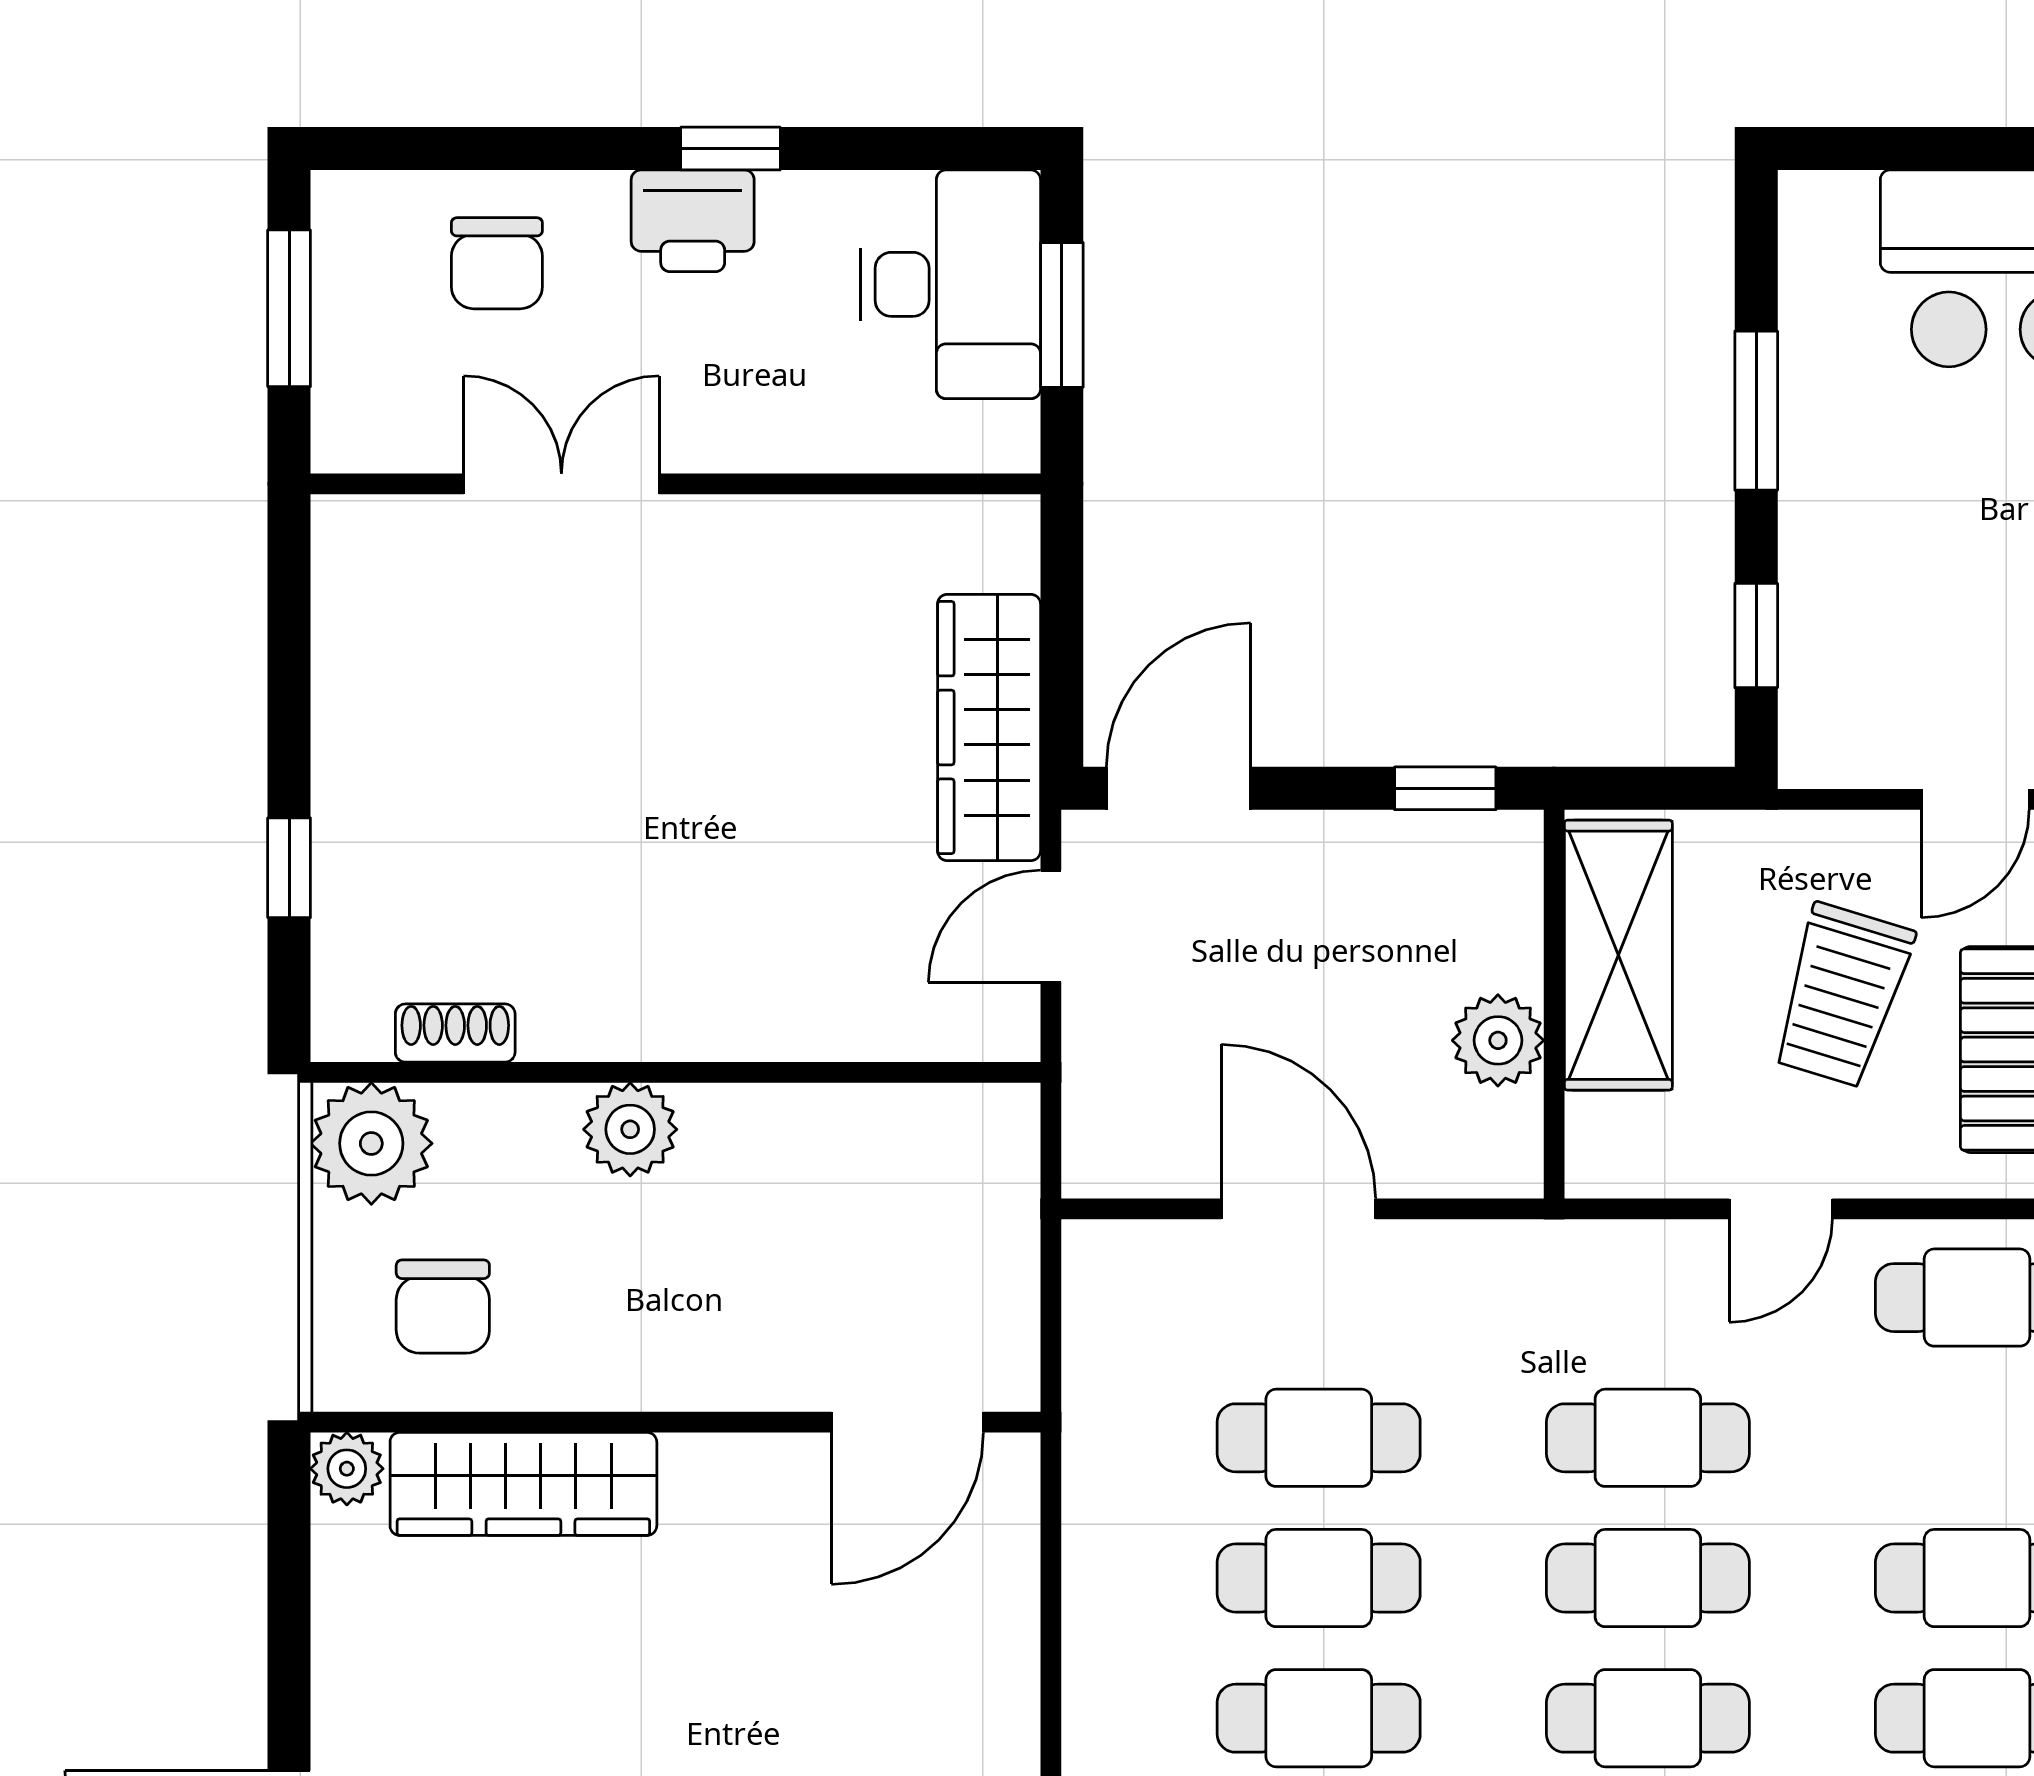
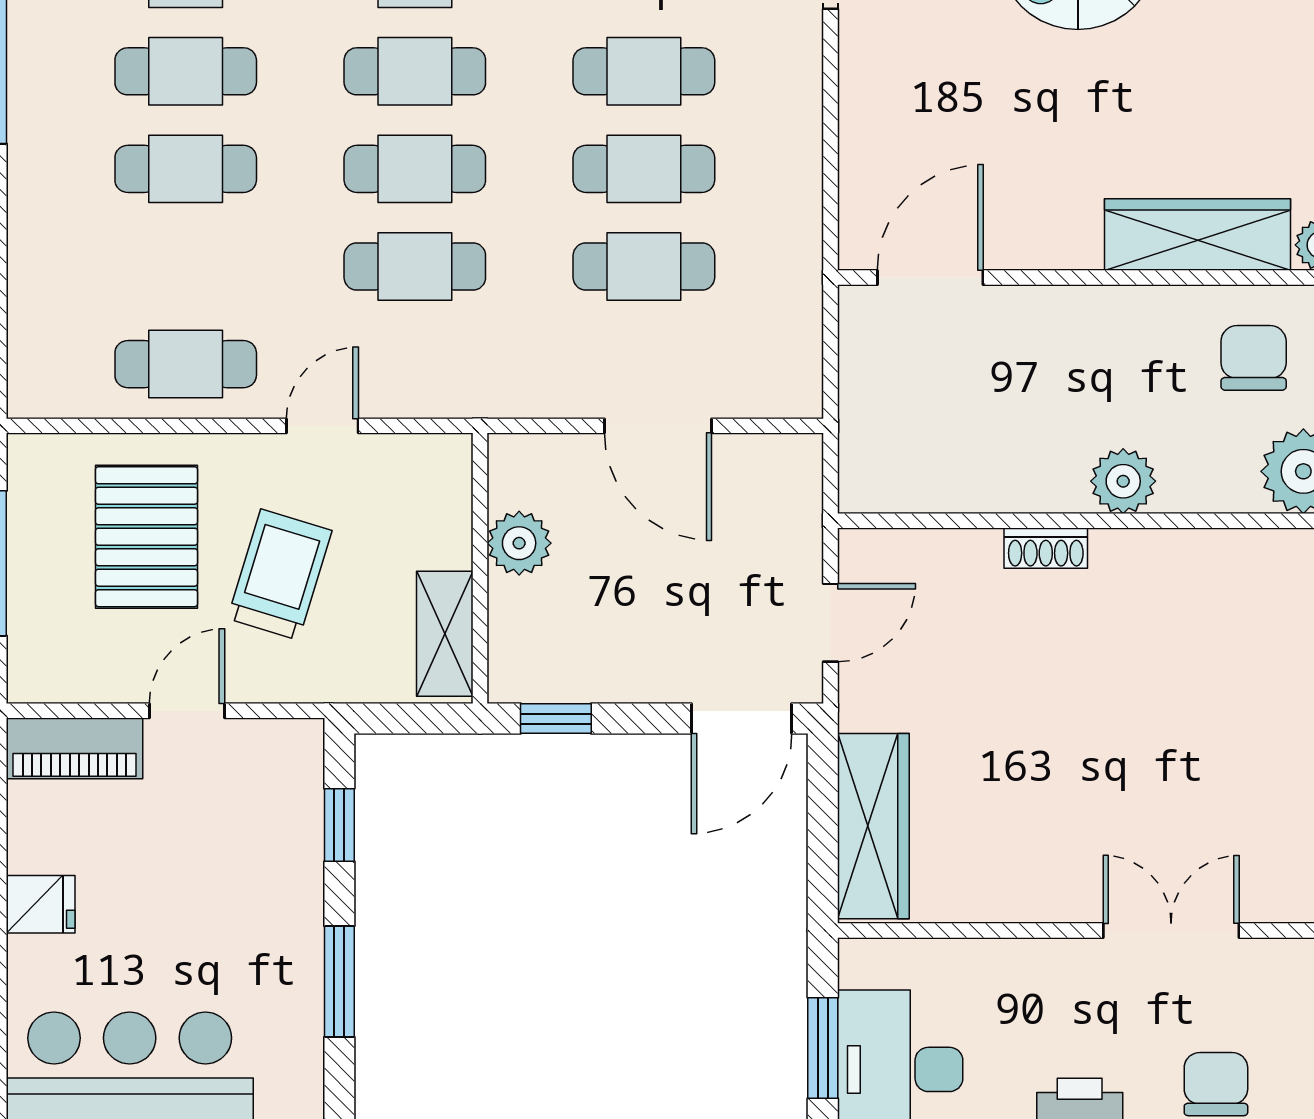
double door: (561, 484) -> (1171, 931), swing flipped
wardrobe: (989, 727) -> (873, 826), moved
shelving: (1618, 955) -> (445, 634), width x0.67, depth x0.75
shoe rack: (455, 1033) -> (1046, 548), moved

